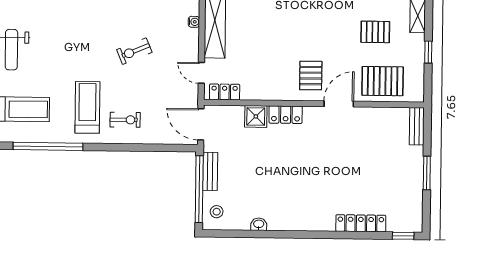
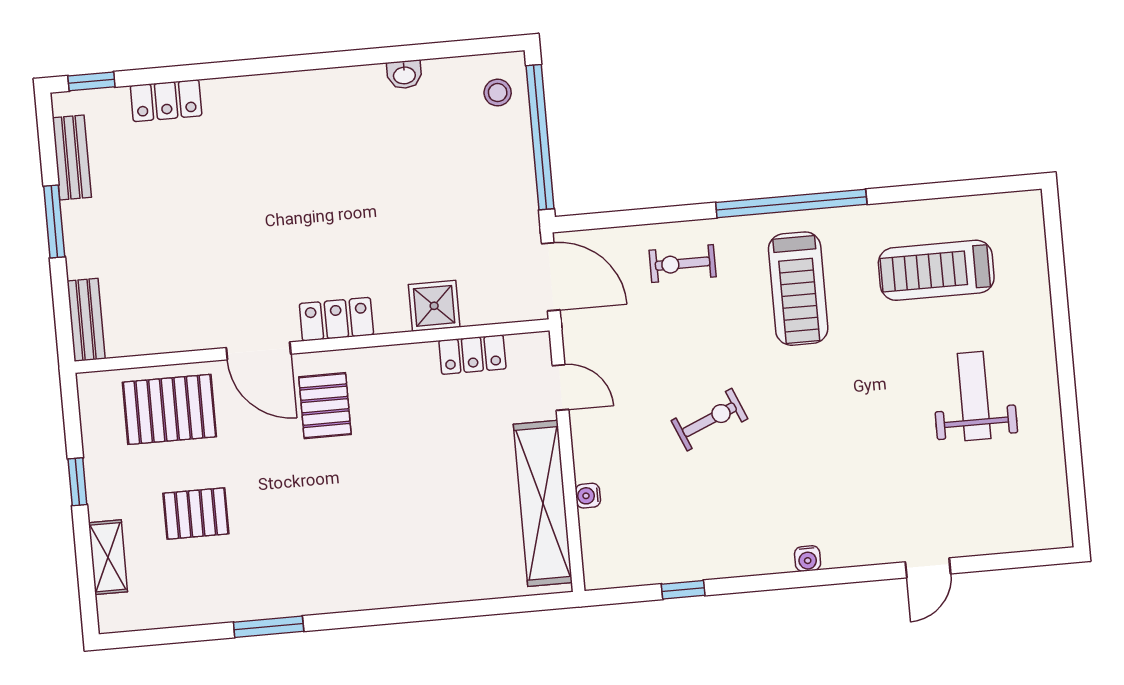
locker: (225, 92) -> (472, 355), moved
door: (339, 104) -> (259, 351), hinge flipped
locker: (286, 115) -> (336, 319), moved
exercise bike: (125, 120) -> (683, 264), moved
window: (48, 146) -> (791, 203), moved
bench: (210, 171) -> (72, 157), moved
locker: (361, 223) -> (166, 101), width x0.66

